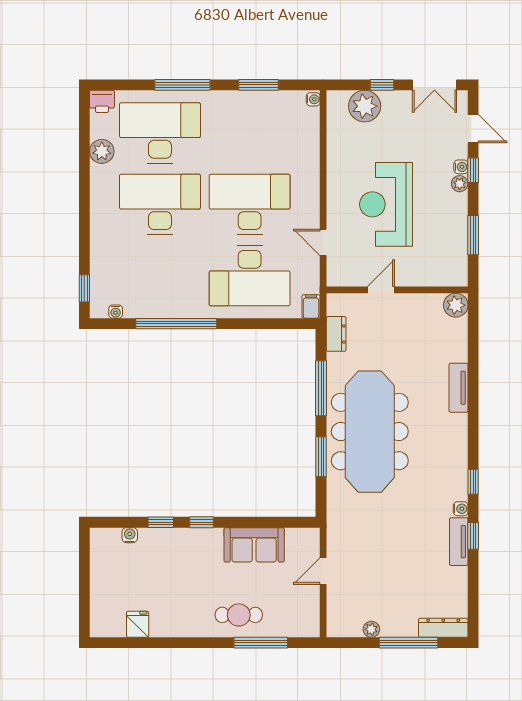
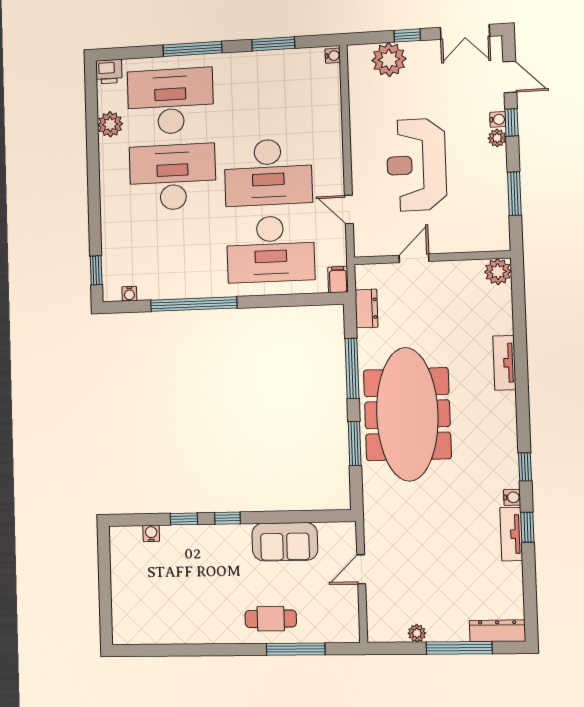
desk: (250, 204) -> (268, 172), turned 180
fridge: (138, 624) -> (162, 630), removed

